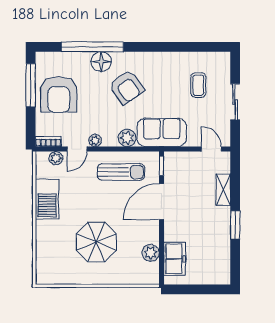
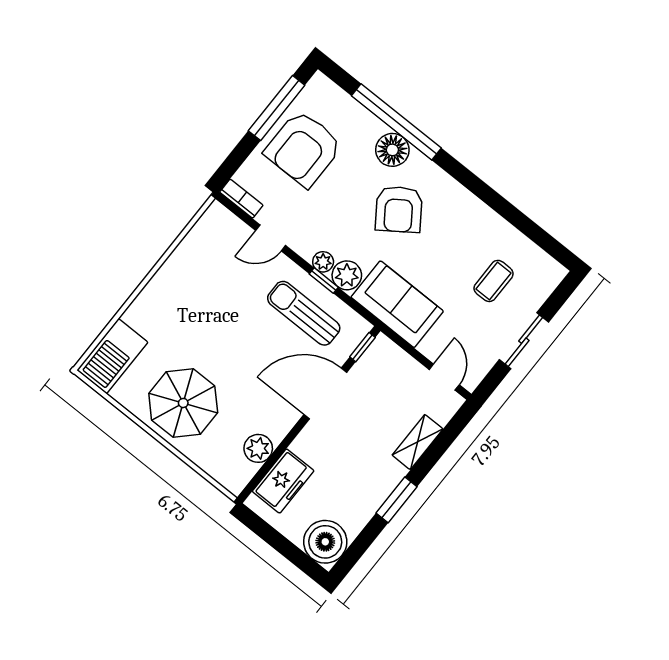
plant: (95, 140) -> (323, 262), moved
window: (118, 149) -> (324, 281), added
plant: (56, 158) -> (234, 228), removed
sun lounger: (121, 172) -> (304, 313), turned 180
barbecue: (47, 199) -> (112, 356), moved
parasol: (96, 242) -> (183, 403), moved
boiler: (217, 272) -> (325, 542), added

